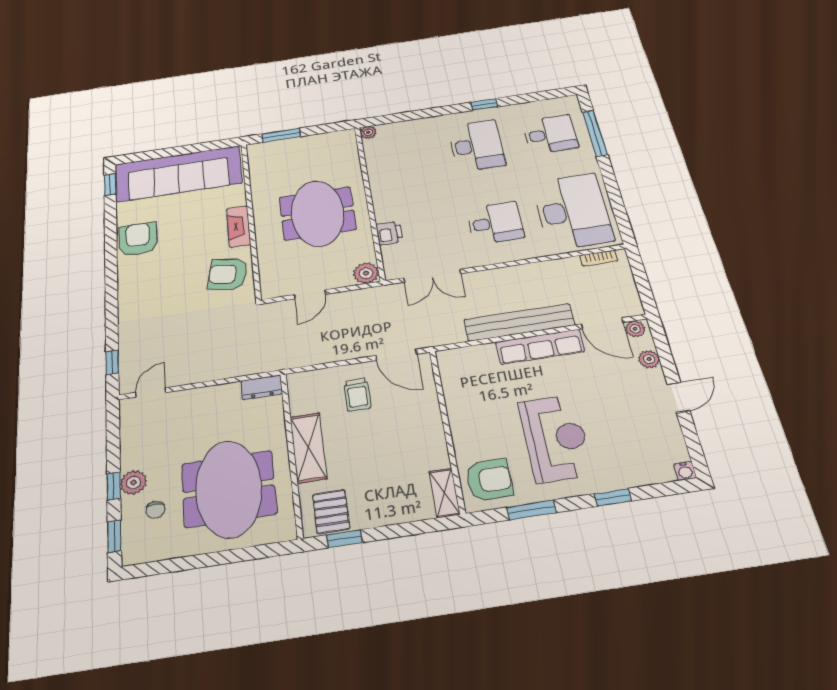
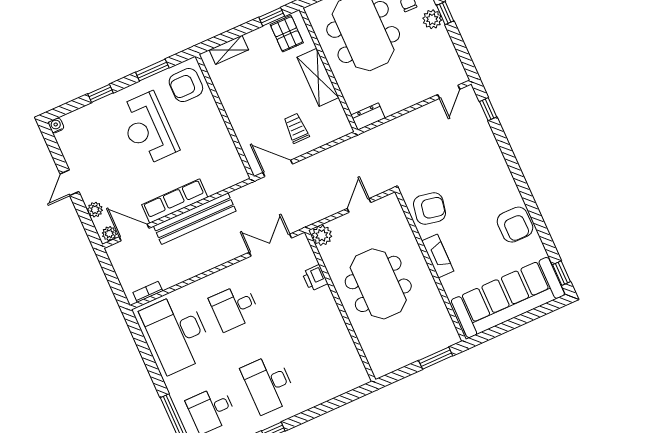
plant: (368, 132) -> (363, 378), removed
shelving: (444, 493) -> (229, 50), moved, turned 90

